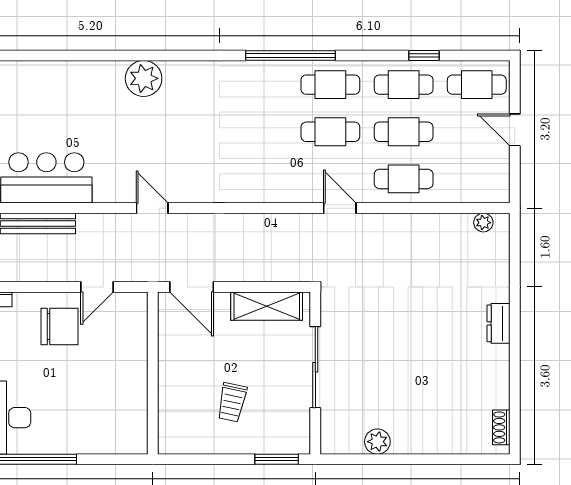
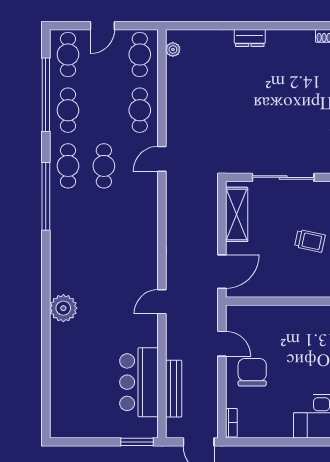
window: (424, 55) -> (46, 95), width x3.17
cafe table: (404, 132) -> (140, 54), moved

